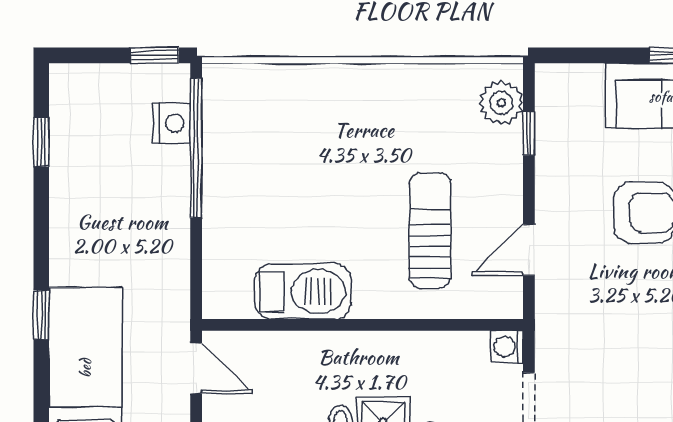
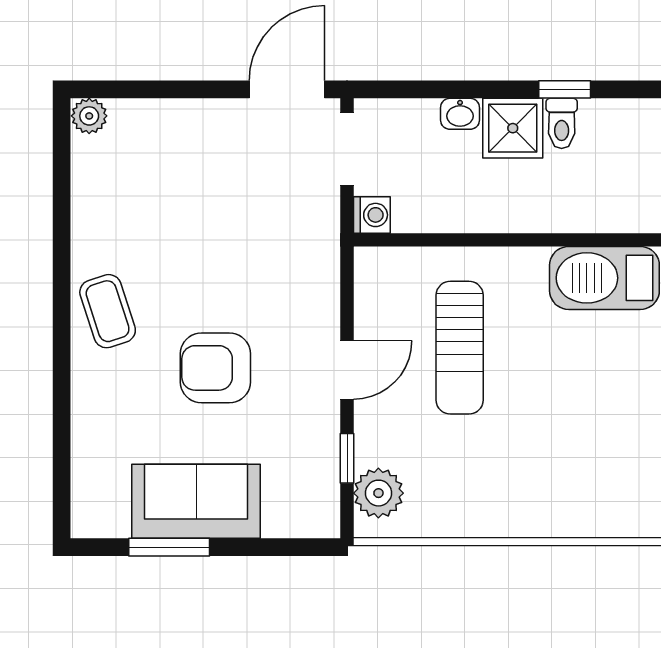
door: (529, 250) -> (347, 370), moved

